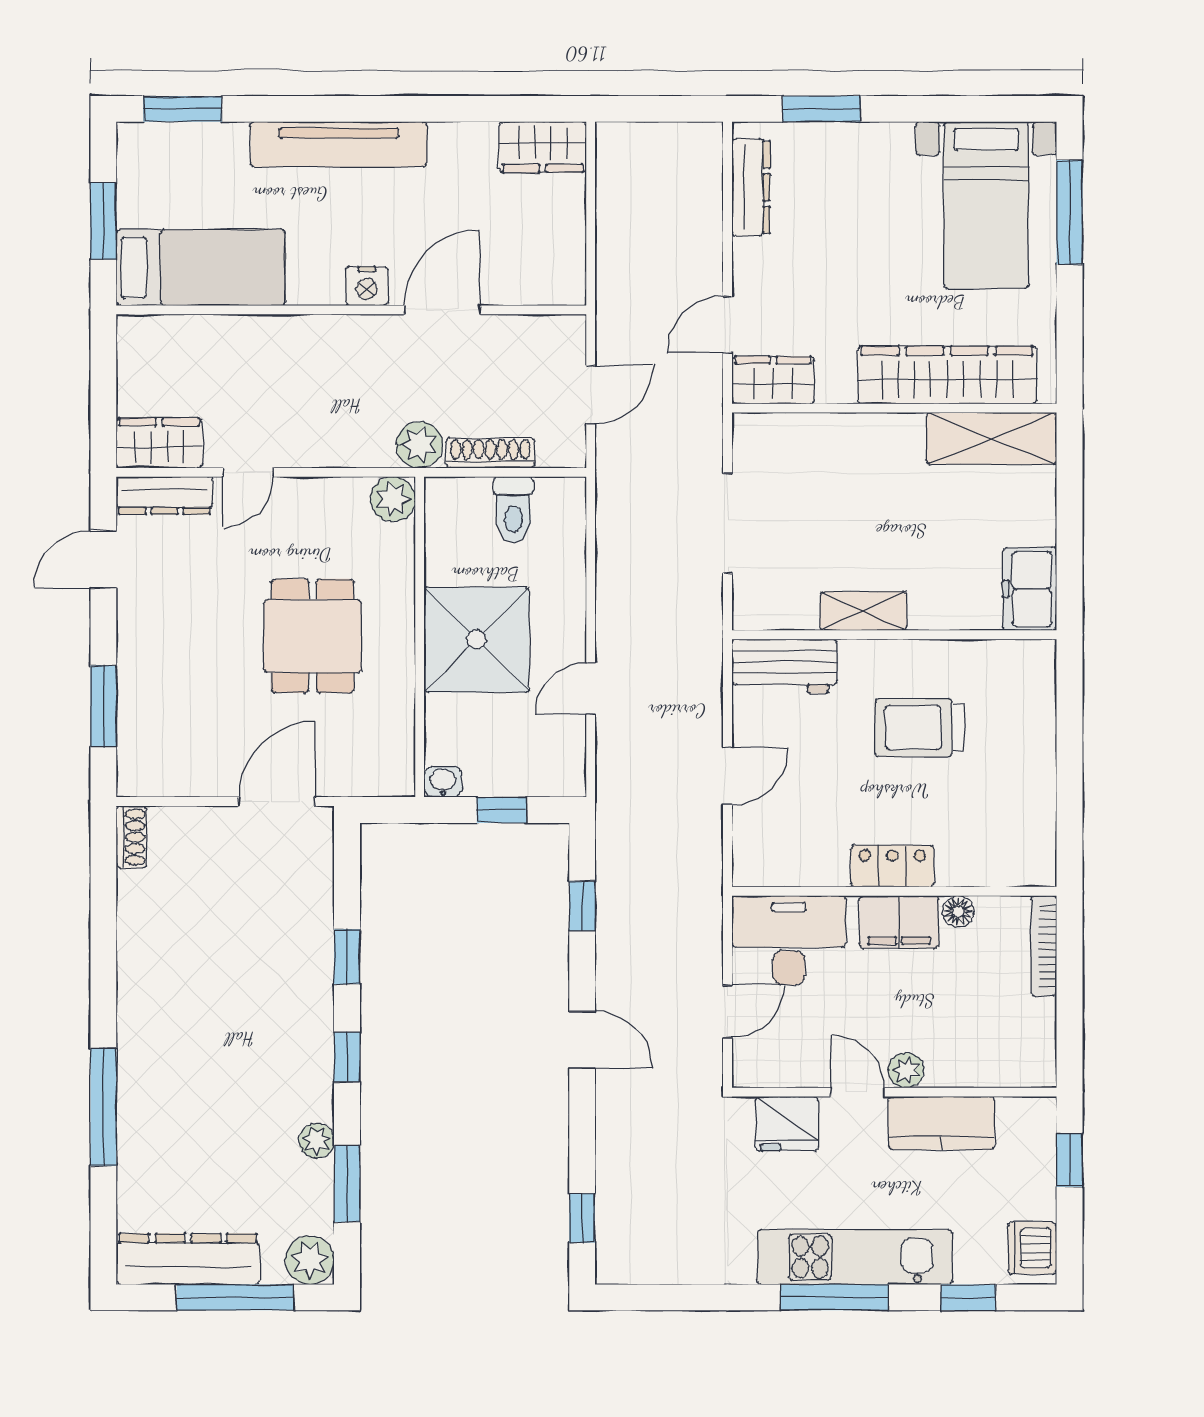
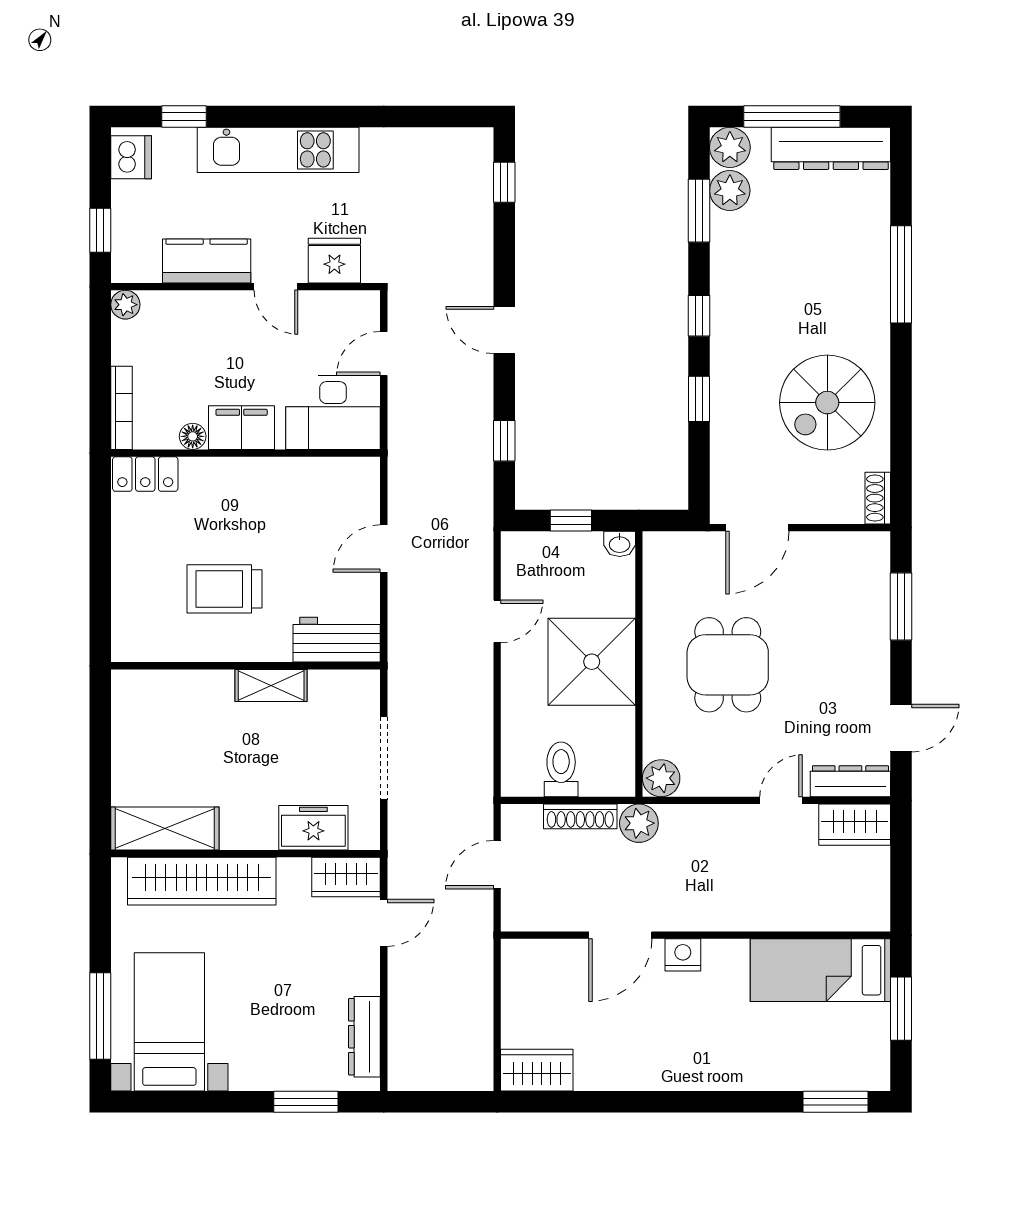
tv unit: (339, 144) -> (706, 1072), removed
freezer: (1030, 589) -> (313, 828), moved, turned -90
trolley: (920, 728) -> (224, 589), turned 180
locker: (892, 866) -> (145, 474), moved
spiral stairs: (192, 952) -> (827, 403), added
plant: (906, 1070) -> (125, 305), moved
plant: (317, 1141) -> (730, 190), moved, width x1.38, depth x1.38
window: (834, 1297) -> (295, 117), removed

